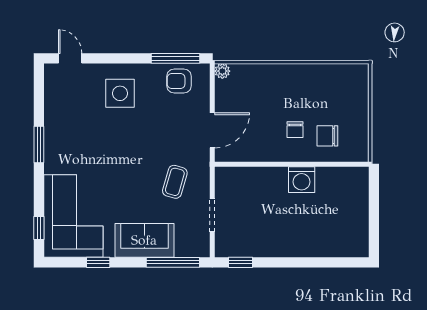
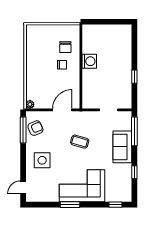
armchair: (179, 81) -> (35, 128), turned -113
door: (212, 130) -> (62, 110), hinge flipped
coffee table: (175, 182) -> (80, 142), moved
corner sofa: (73, 216) -> (82, 186), moved
window: (240, 262) -> (134, 77), moved

